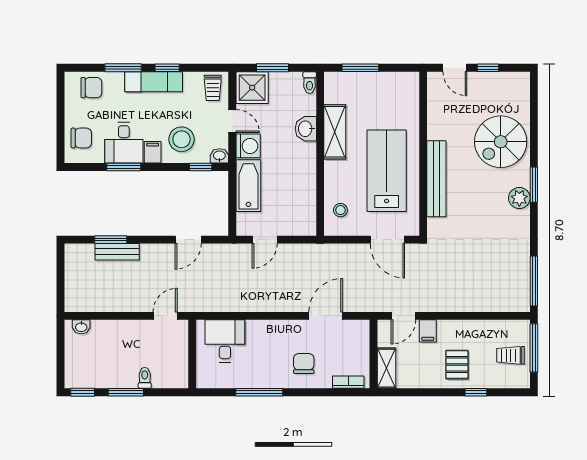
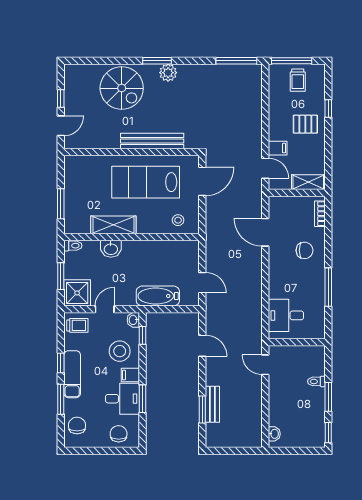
washing machine: (248, 146) -> (125, 296), removed
chair: (304, 364) -> (304, 250), turned 180

